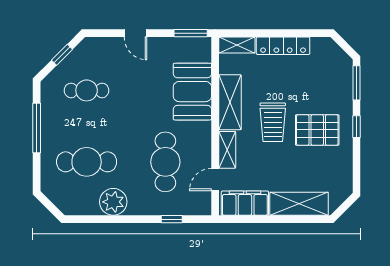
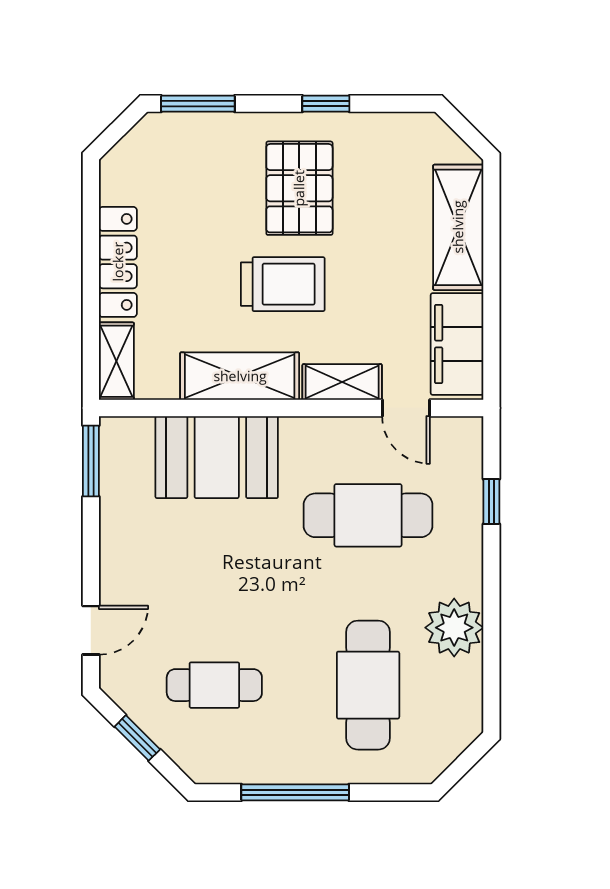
door: (135, 33) -> (91, 630), moved
cafe table: (87, 90) -> (214, 685), turned 90
window: (357, 127) -> (326, 104), moved

